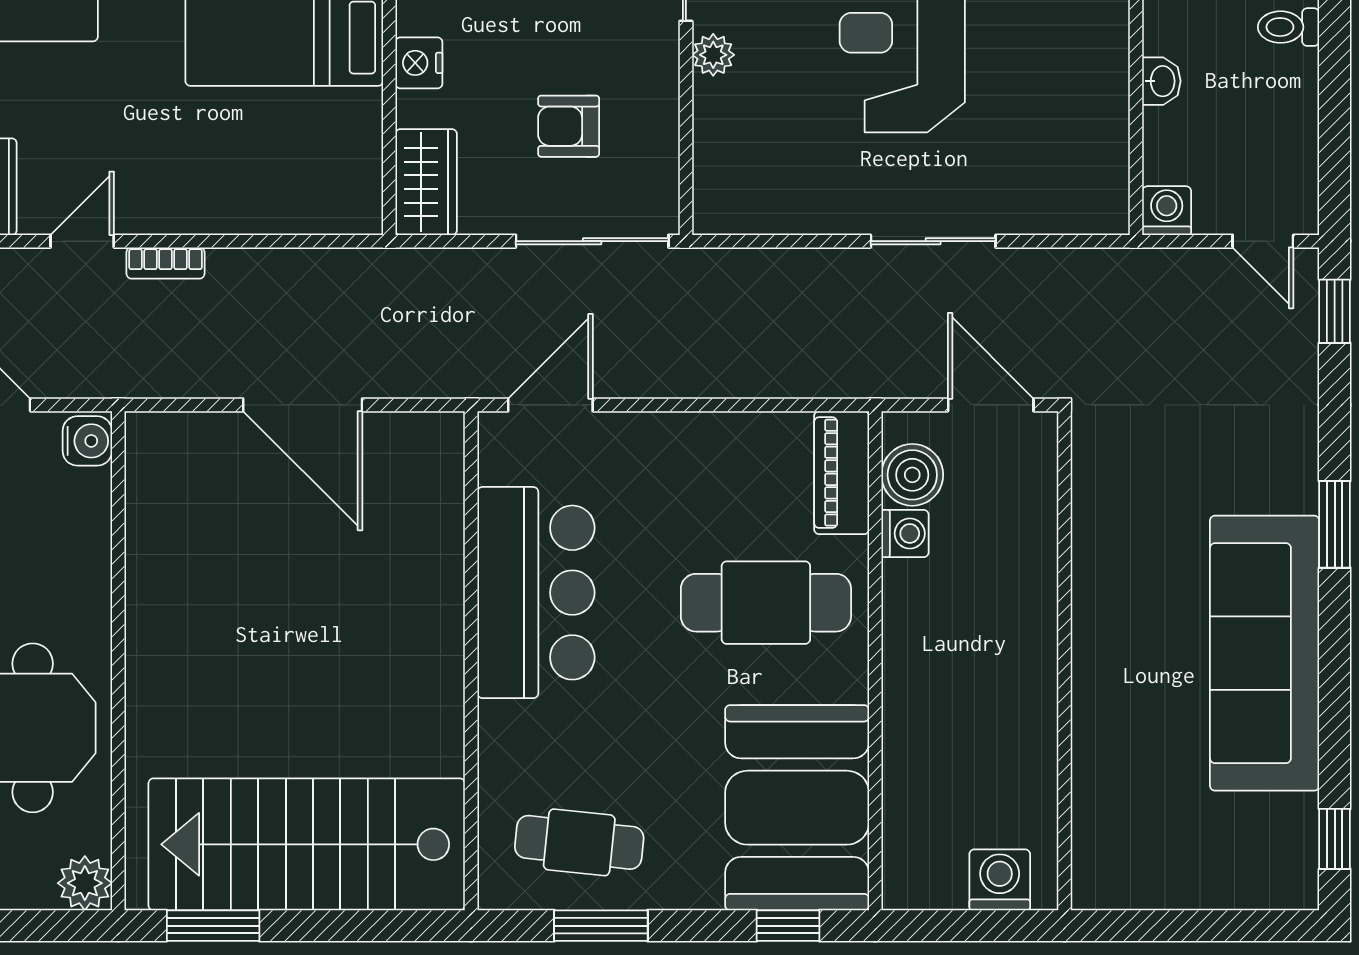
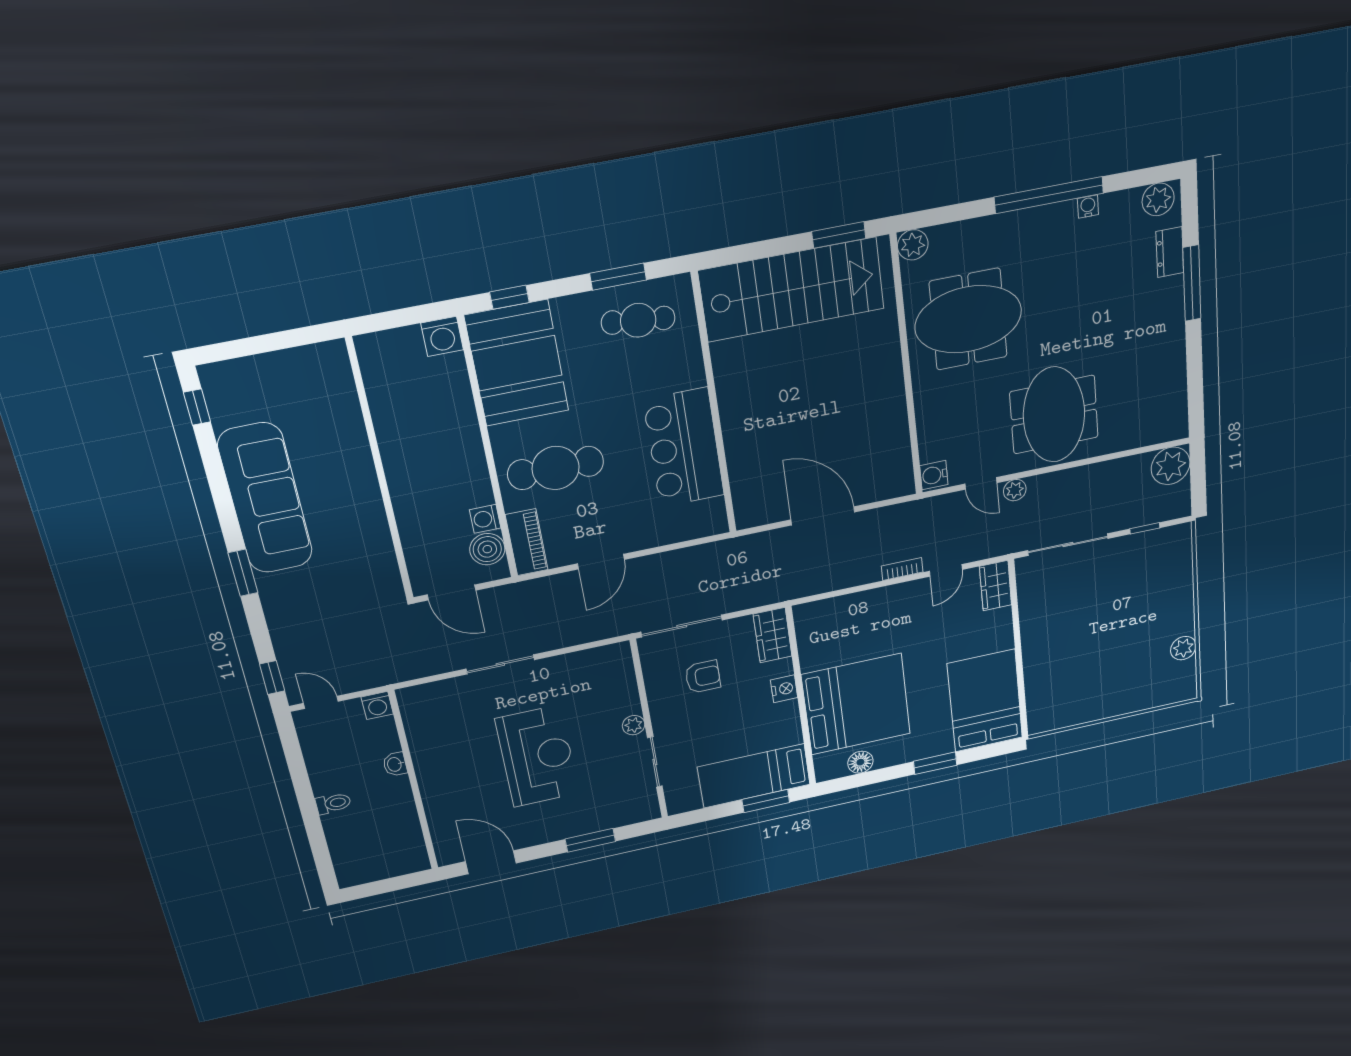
door: (550, 405) -> (601, 562), moved
washing machine: (1000, 880) -> (442, 336), moved

